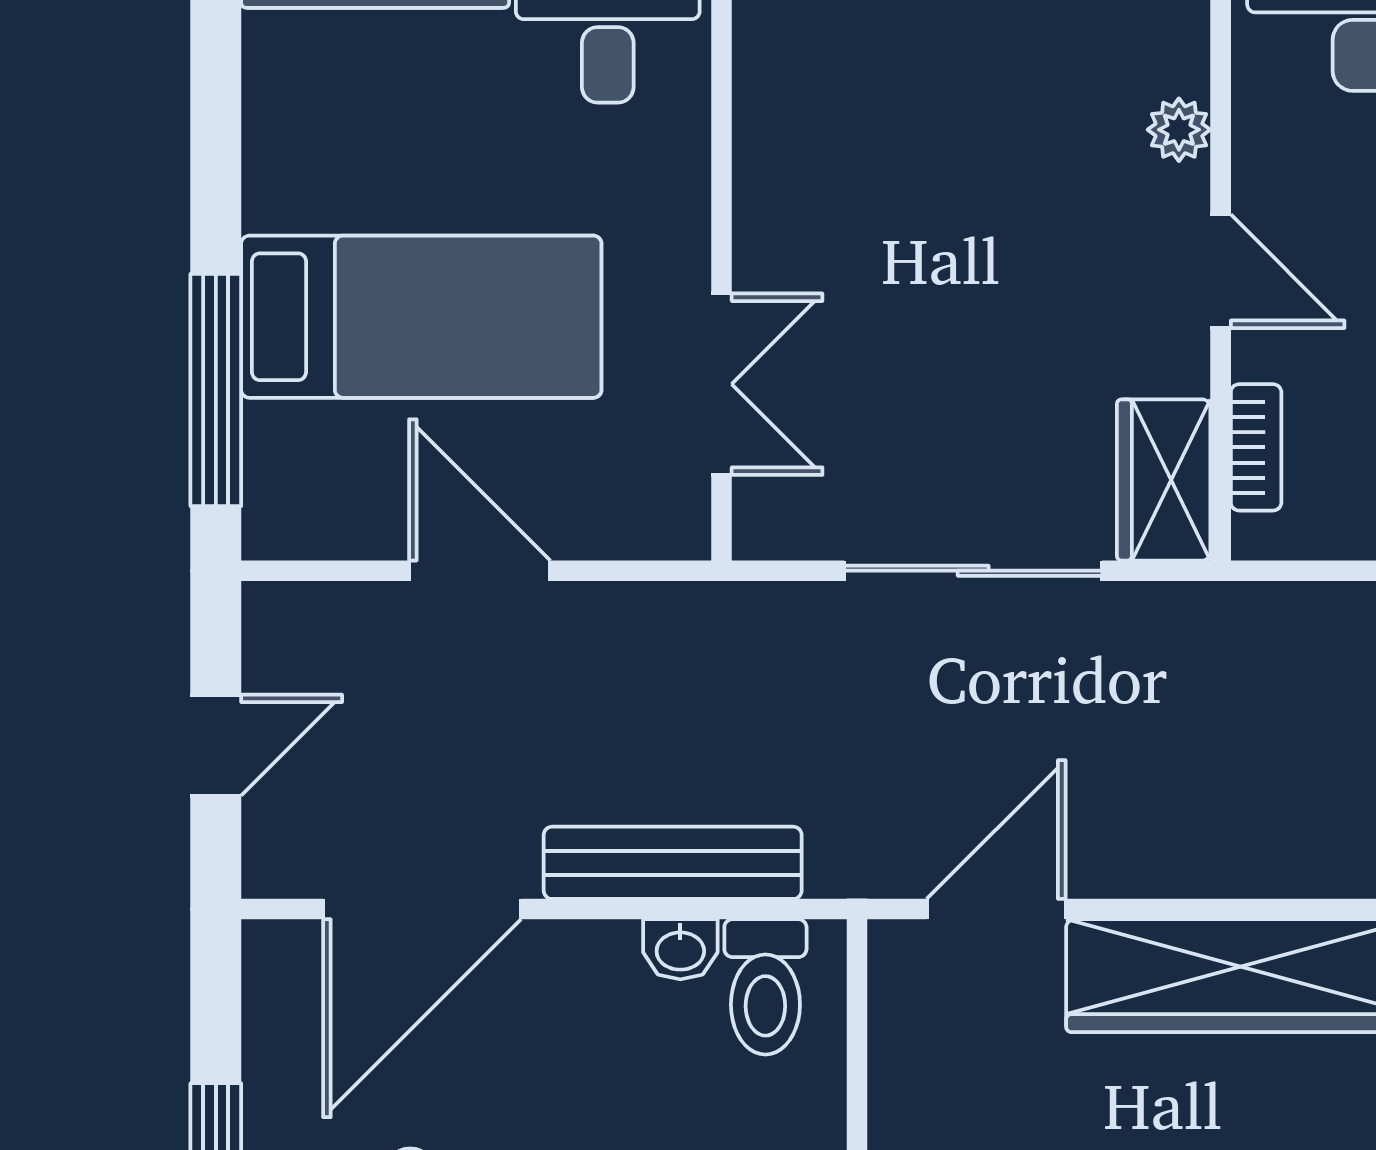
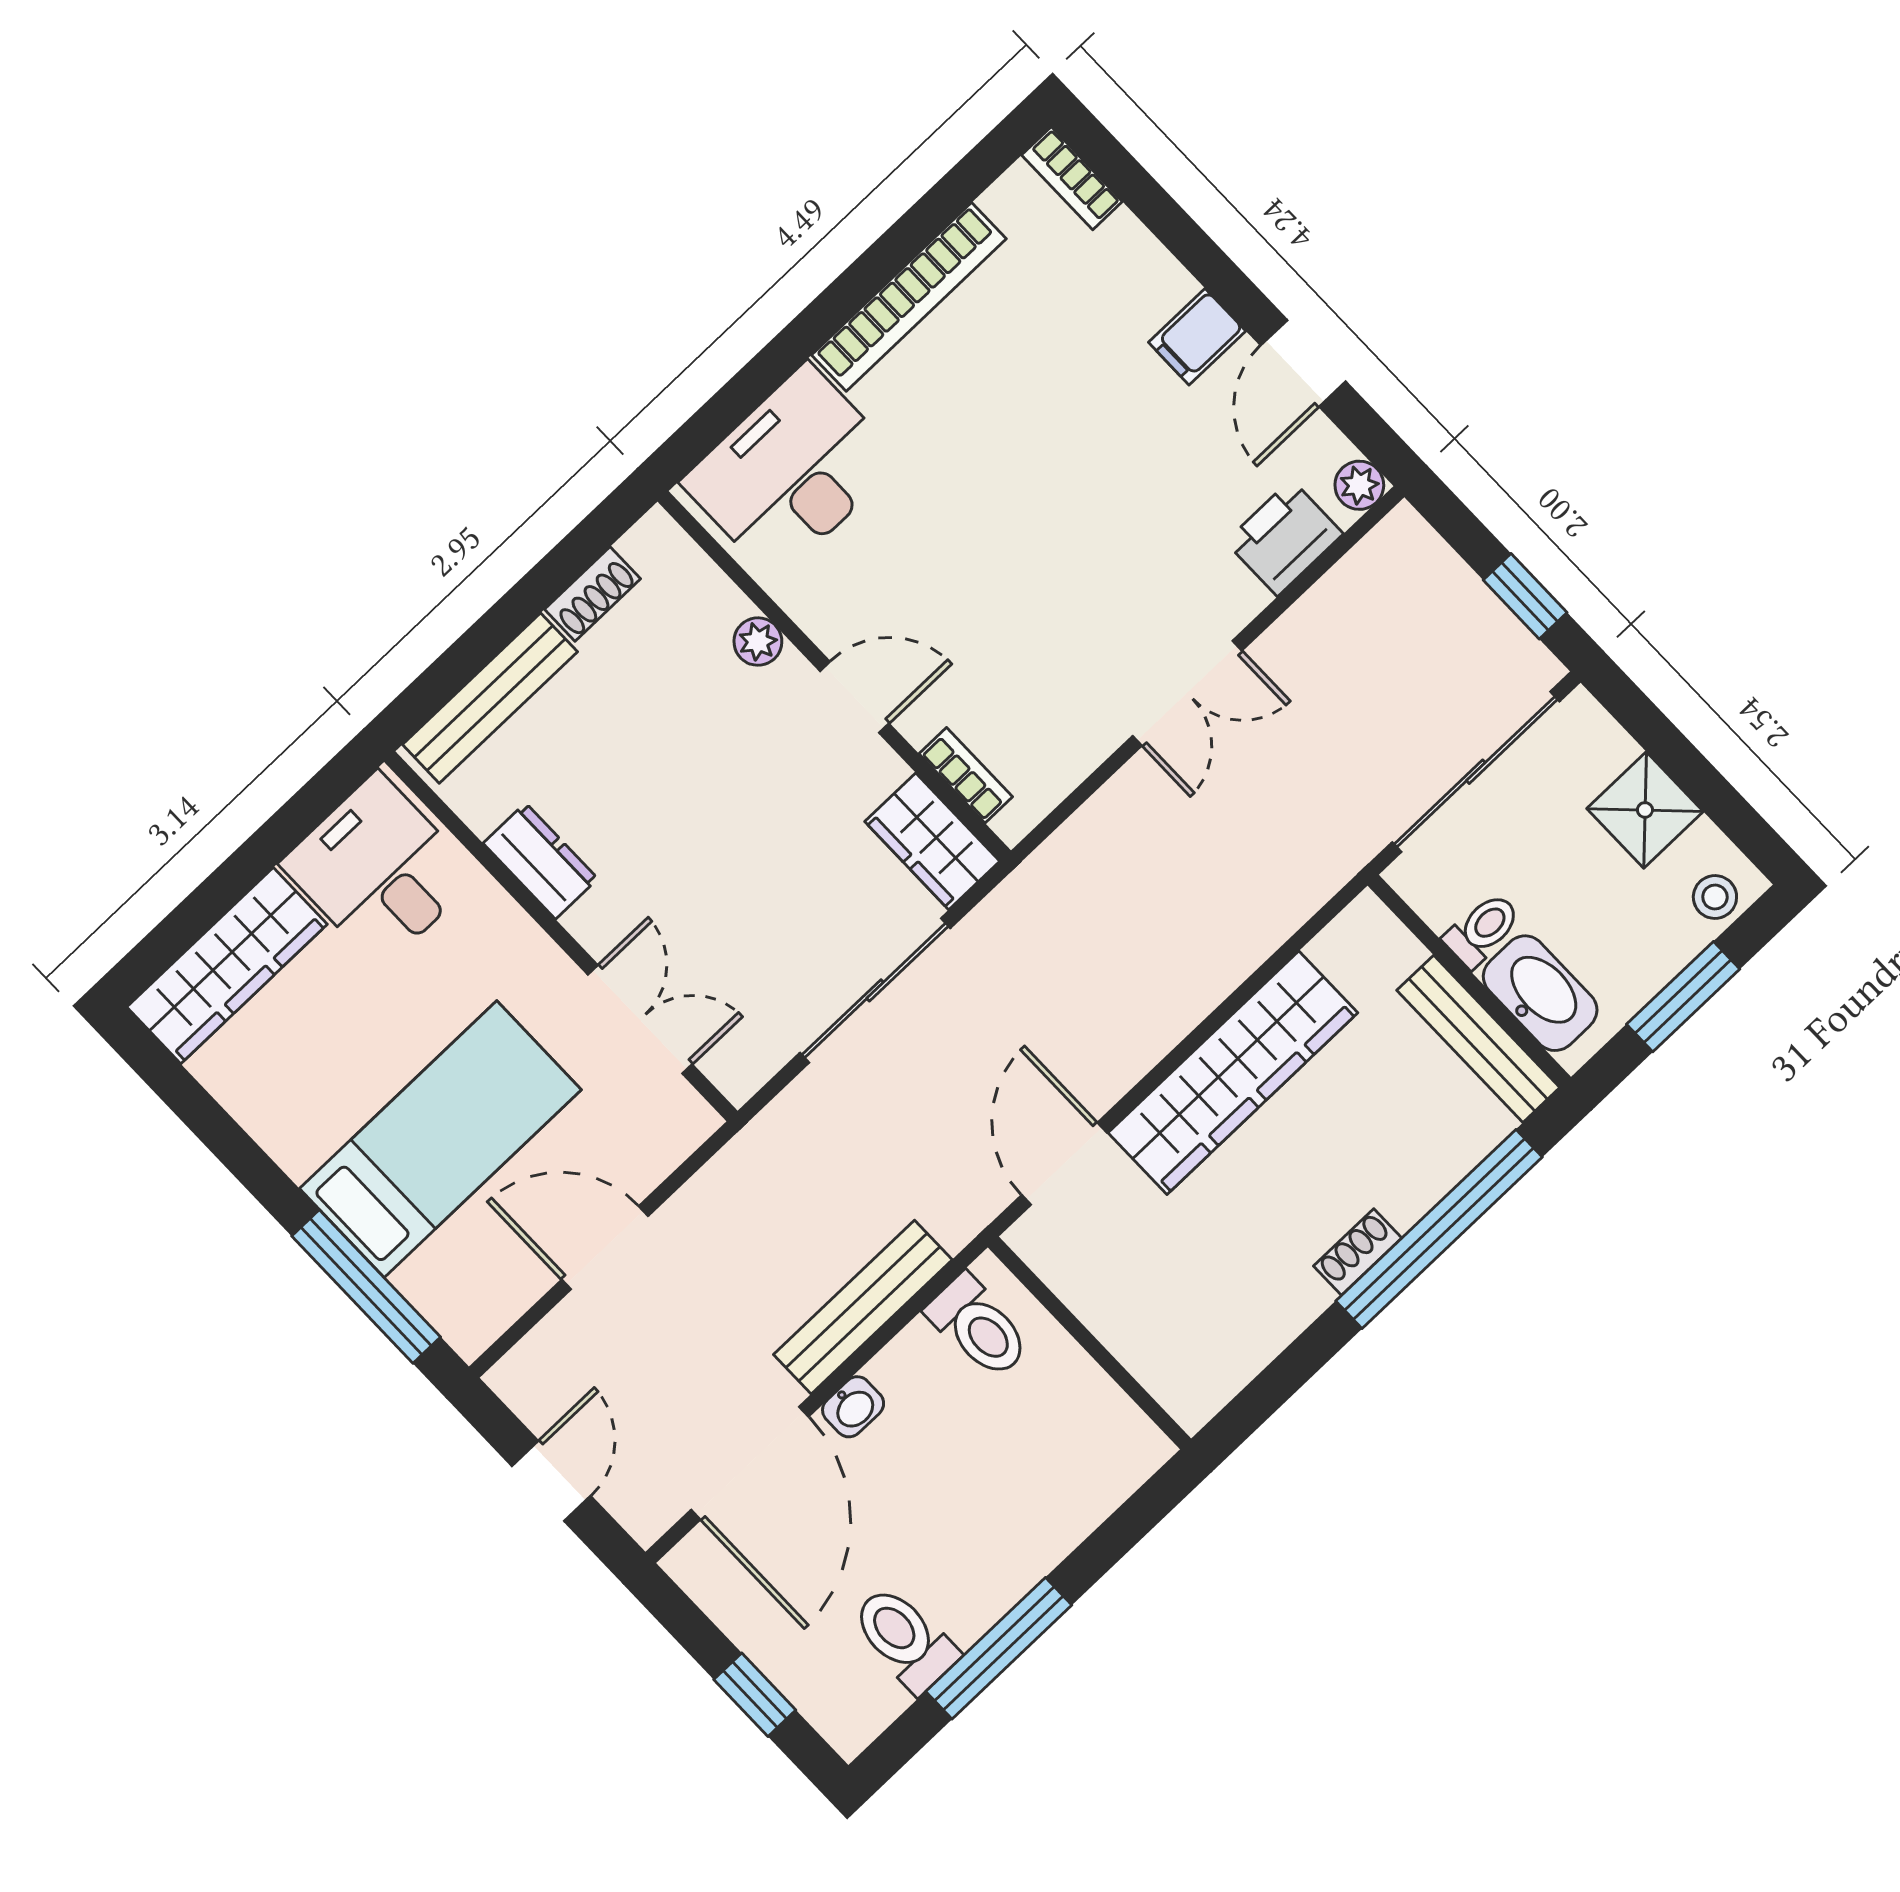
dresser: (771, 142) -> (541, 861), added
washbasin: (680, 949) -> (853, 1407), moved

